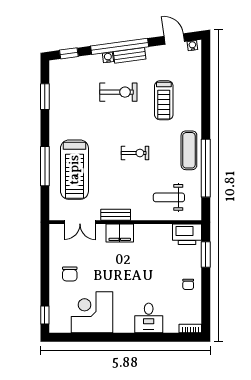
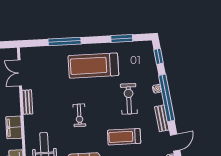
bench: (130, 55) -> (162, 118), moved
exercise bike: (118, 92) -> (129, 99), turned 180
treadmill: (74, 170) -> (93, 66), moved
filing cabinet: (120, 233) -> (14, 127), moved

